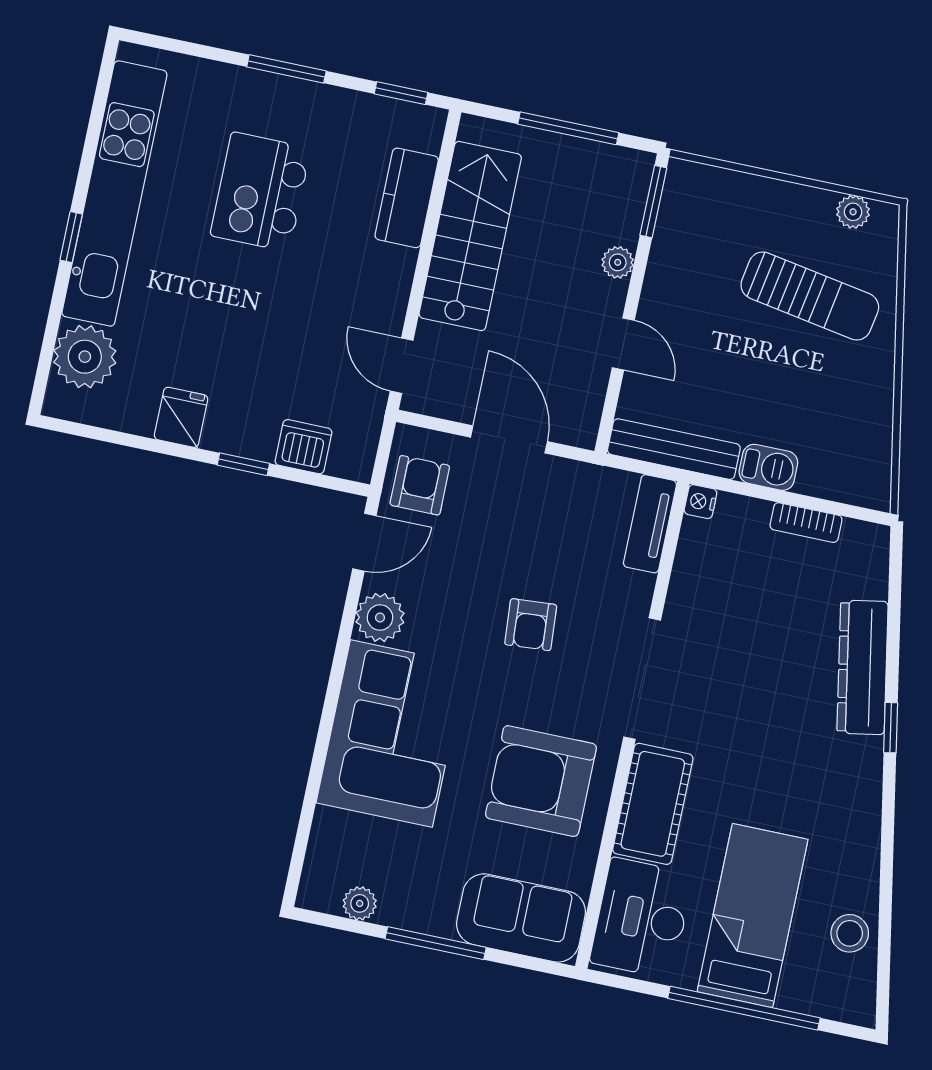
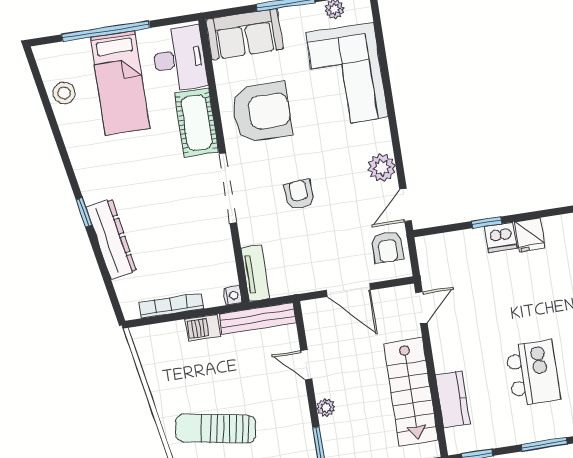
door: (402, 366) -> (421, 308), hinge flipped
dishwasher: (303, 447) -> (501, 237), moved
bookcase: (806, 523) -> (171, 306), width x1.56
corner sofa: (391, 734) -> (347, 75), moved

